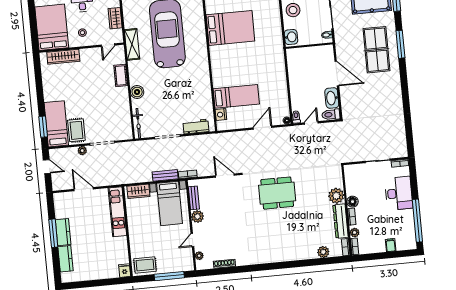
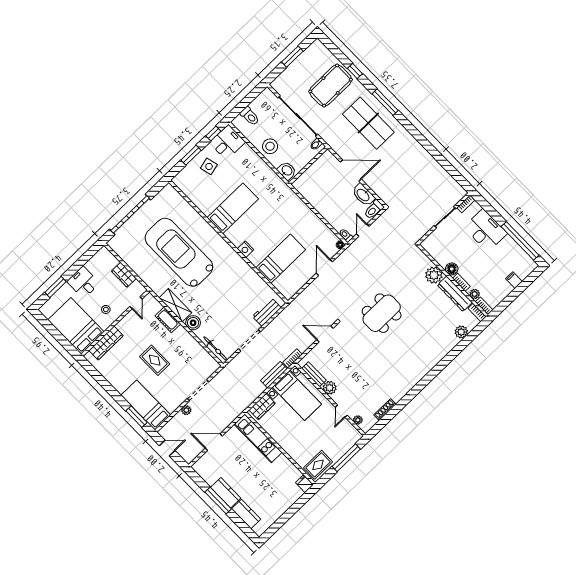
bed: (230, 28) -> (233, 208), width x0.67
shelving: (132, 44) -> (175, 305), moved
nightstand: (221, 115) -> (246, 249), moved
rug: (76, 130) -> (155, 360), moved

